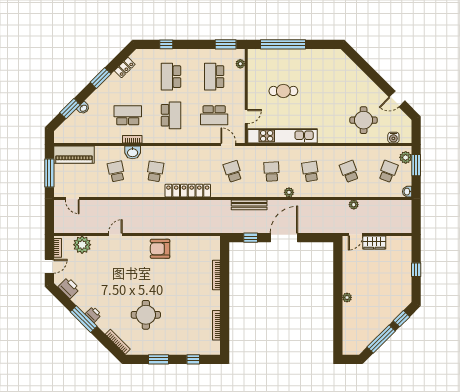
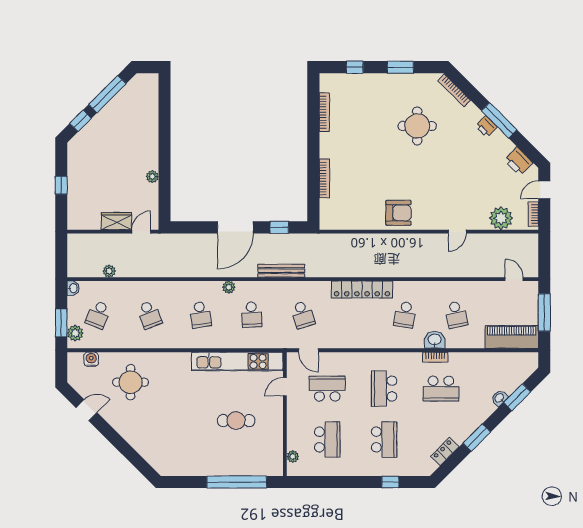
window: (226, 44) -> (312, 482), removed
plant: (354, 205) -> (109, 271), moved
plant: (347, 297) -> (152, 177), moved

